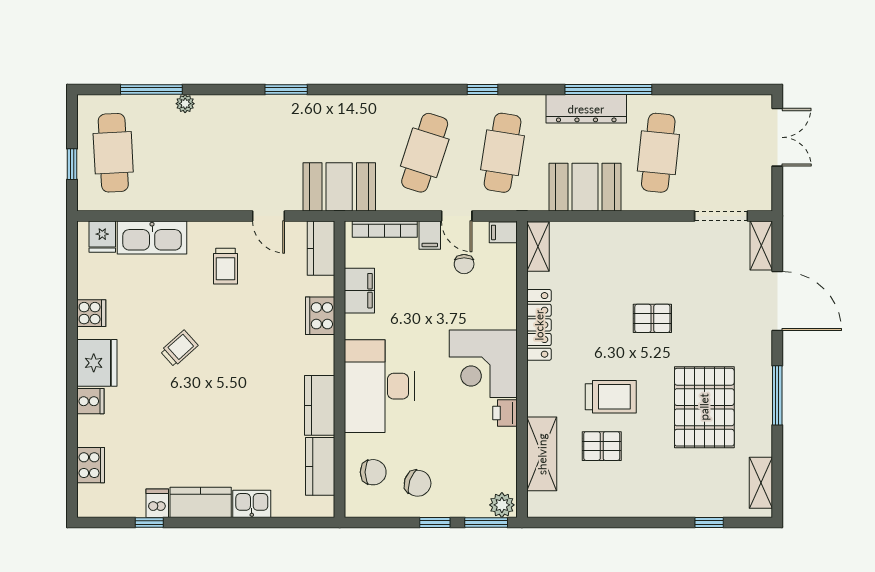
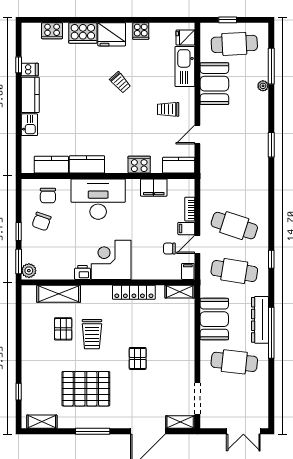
booth: (339, 187) -> (214, 84), moved
bookcase: (385, 229) -> (190, 209), width x0.64
cooker: (90, 401) -> (83, 33), width x1.87, depth x1.31

